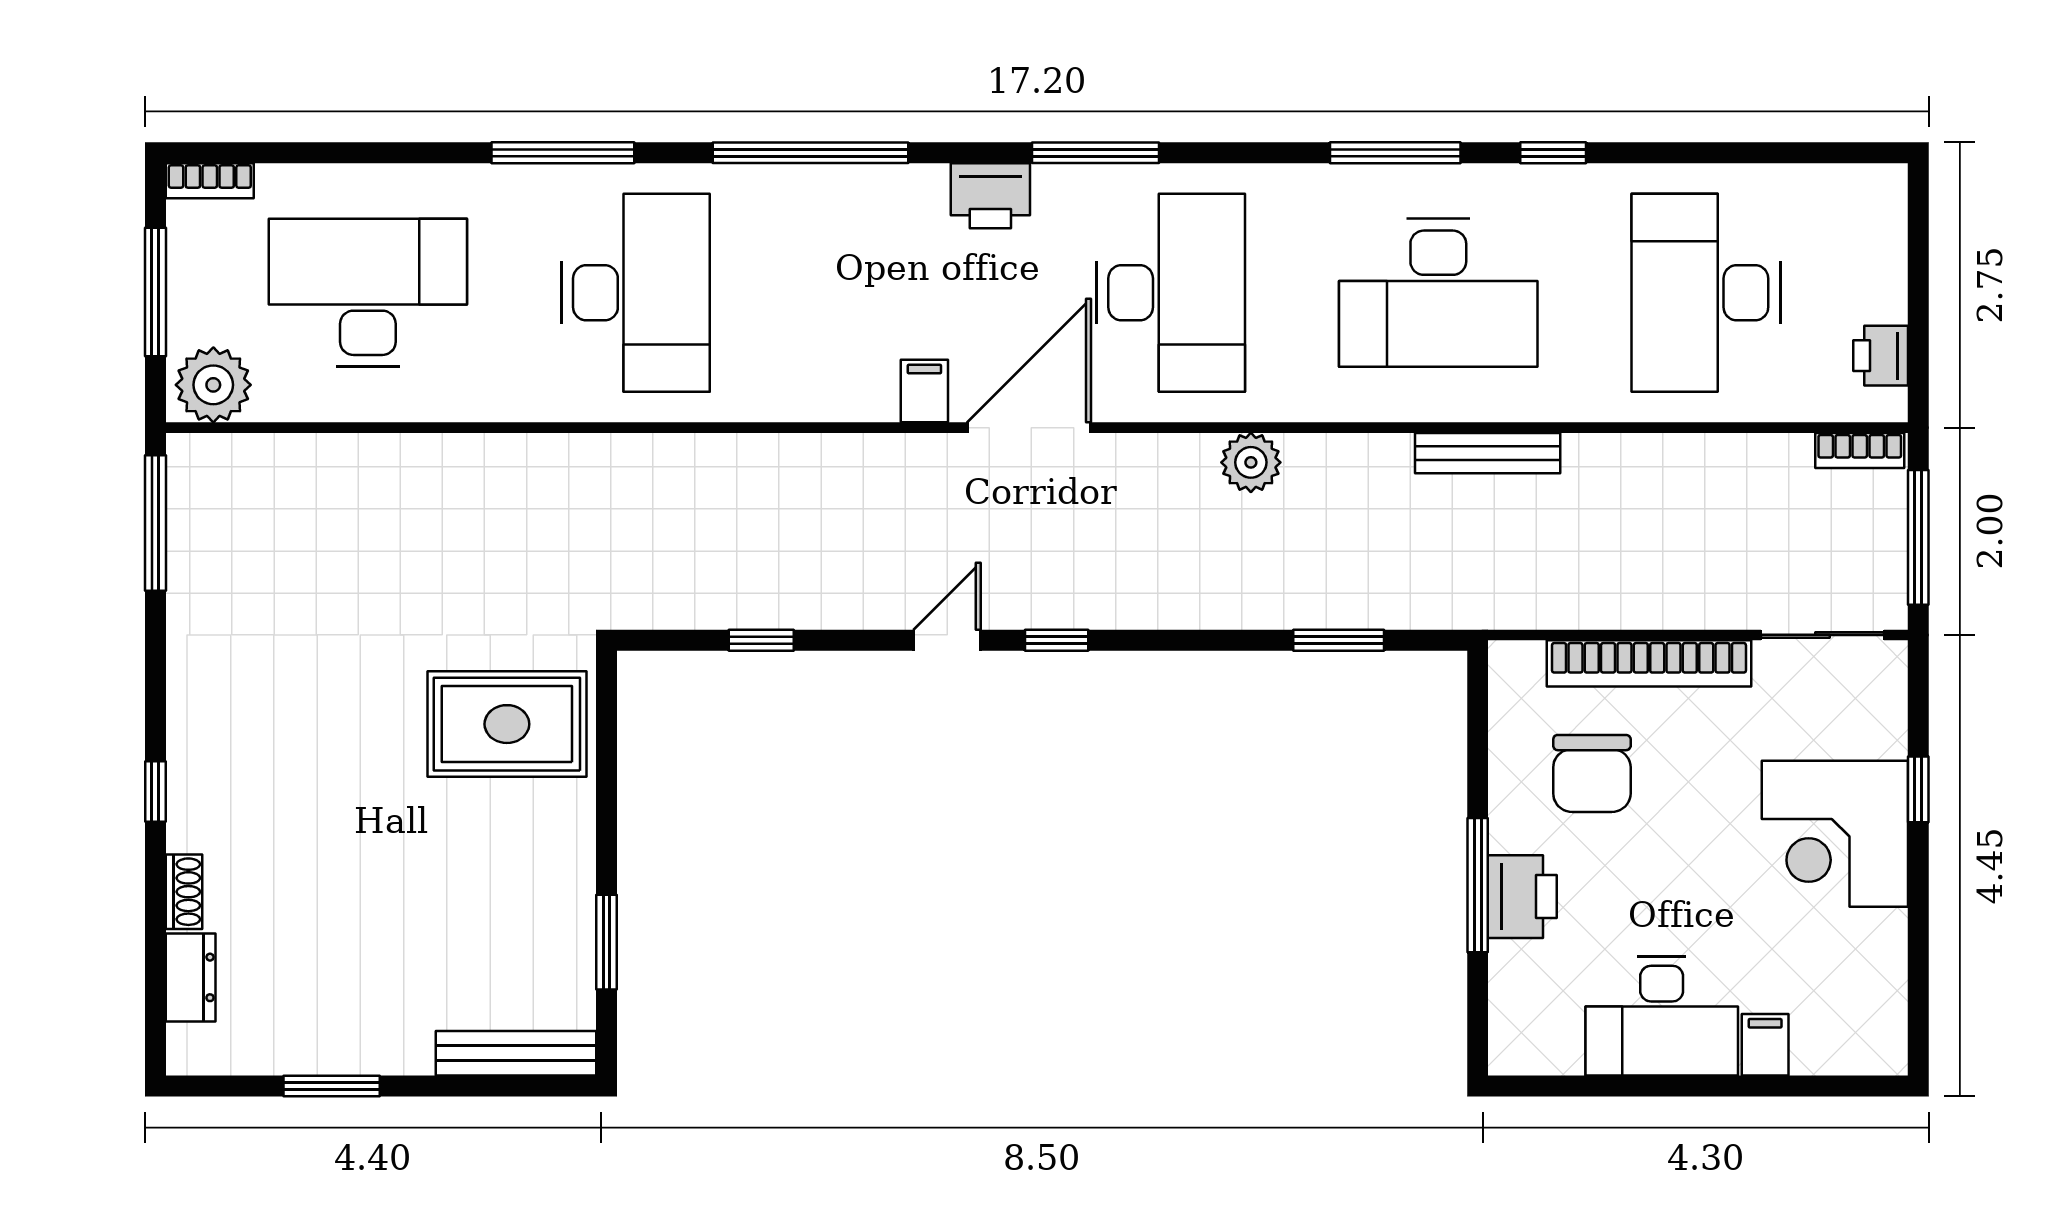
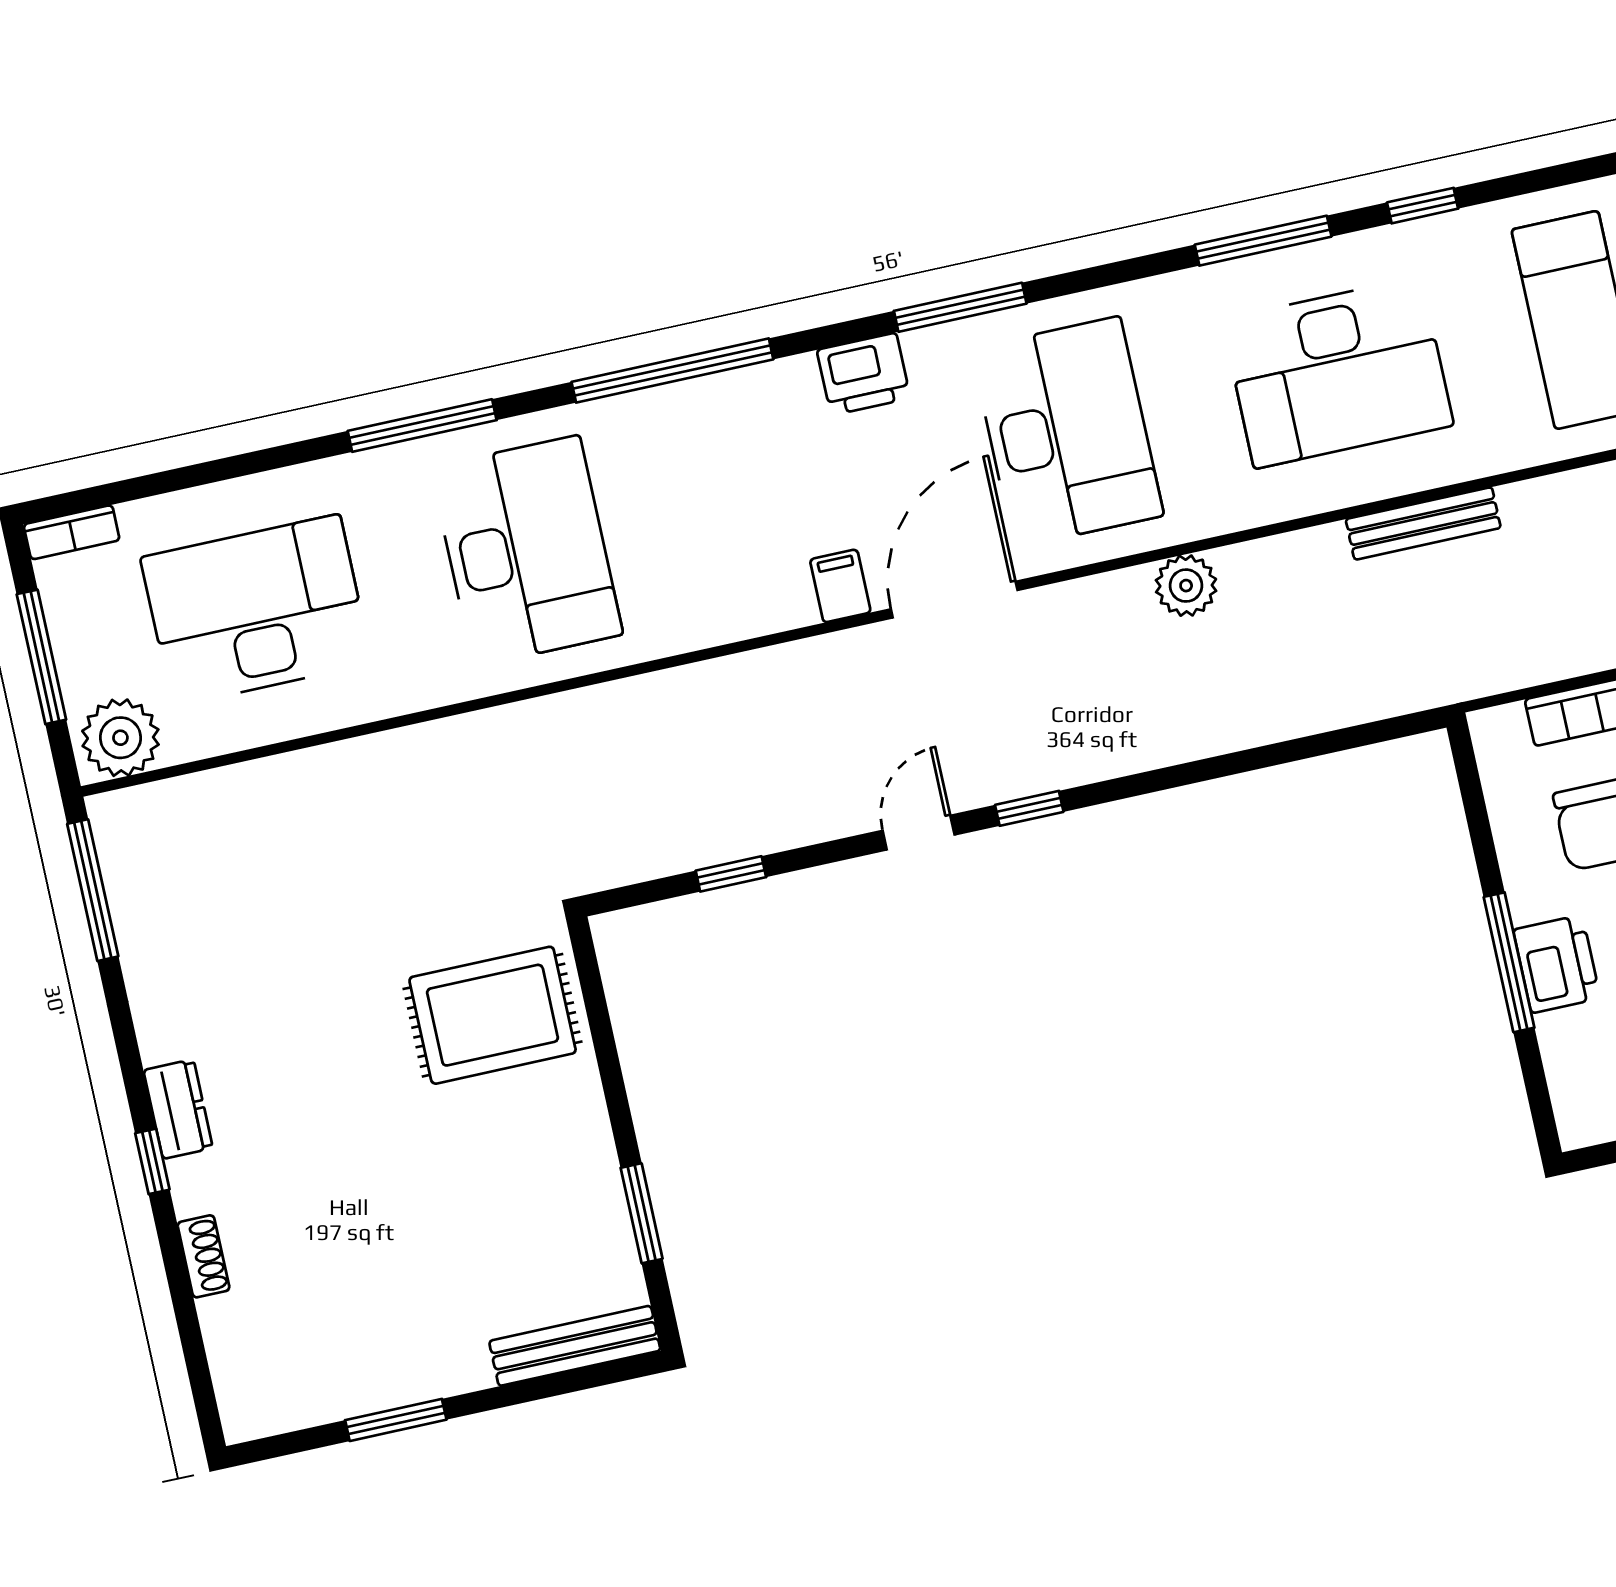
window: (1339, 640) -> (1314, 746), removed
dresser: (191, 977) -> (178, 1109), moved

